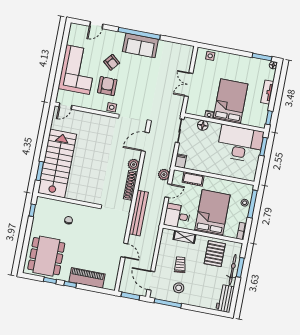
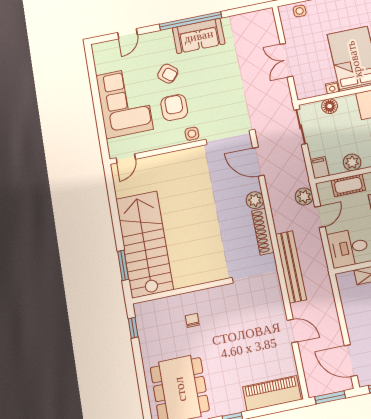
door: (145, 142) -> (258, 162), hinge flipped
plant: (201, 166) -> (352, 162), added
piano: (87, 278) -> (272, 393), moved

